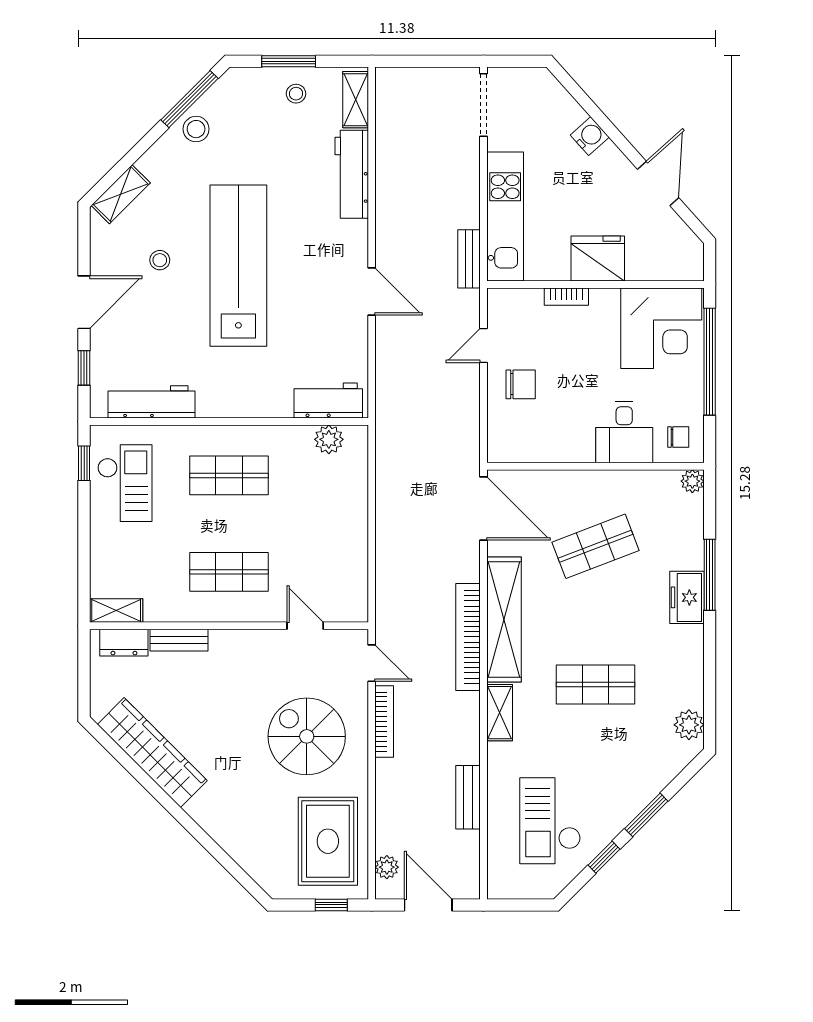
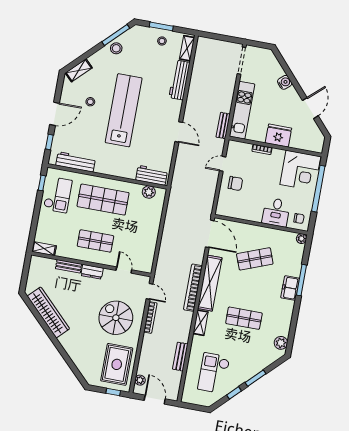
shop shelf: (229, 475) -> (103, 200), width x1.43, depth x1.36
dresser: (124, 643) -> (92, 272), moved

